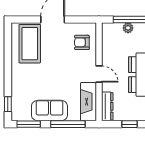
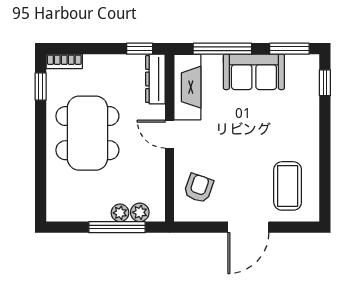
plant: (116, 28) -> (140, 212), added
armchair: (82, 42) -> (199, 188), turned -71
coffee table: (30, 44) -> (288, 186), width x0.73, depth x0.76
window: (130, 124) -> (140, 49), moved

